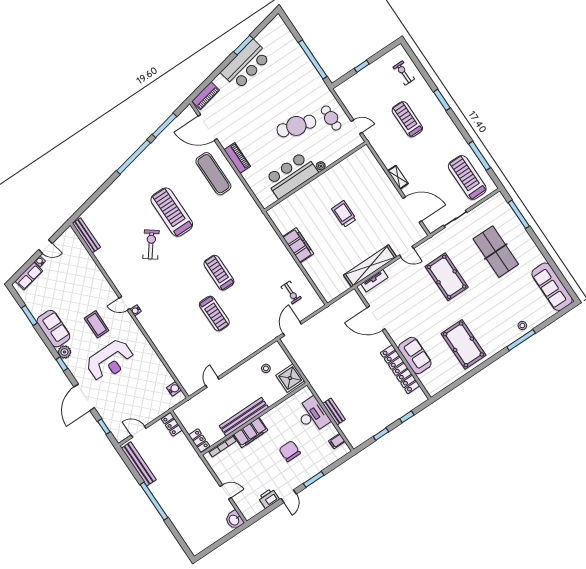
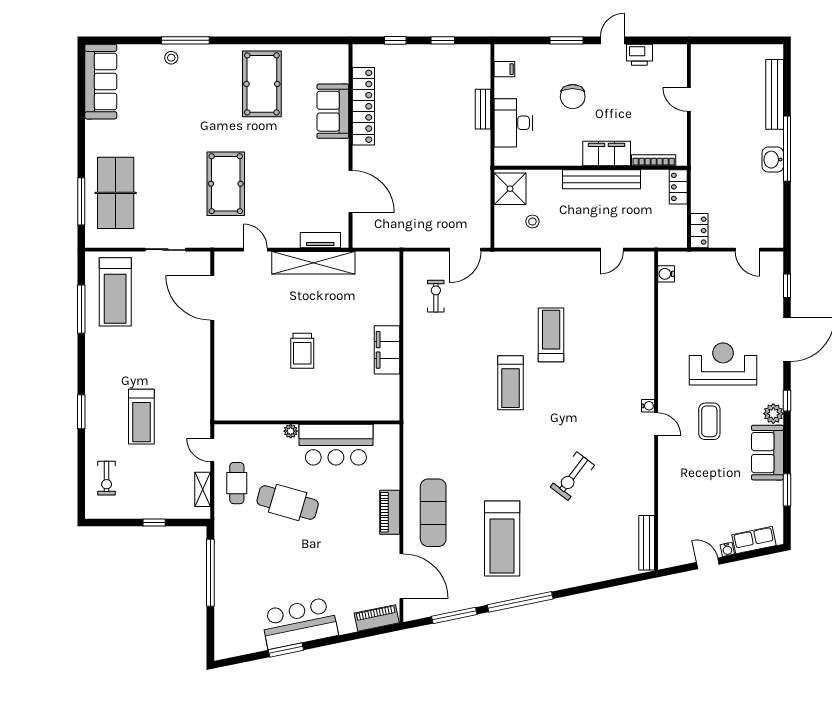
shelving: (398, 177) -> (203, 489), moved
treadmill: (172, 212) -> (502, 539), moved
table tennis table: (496, 252) -> (116, 193), moved
bench: (139, 464) -> (775, 94), moved
washbasin: (234, 520) -> (773, 160), moved, turned 180

